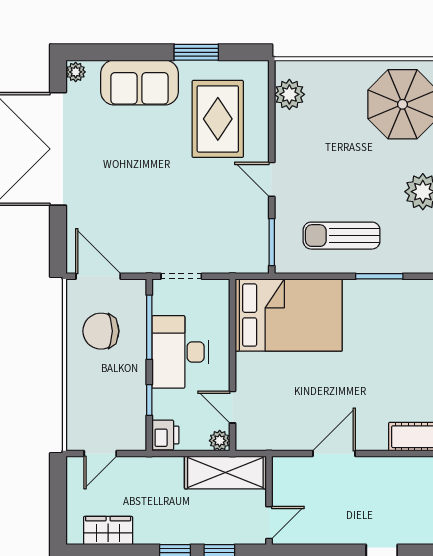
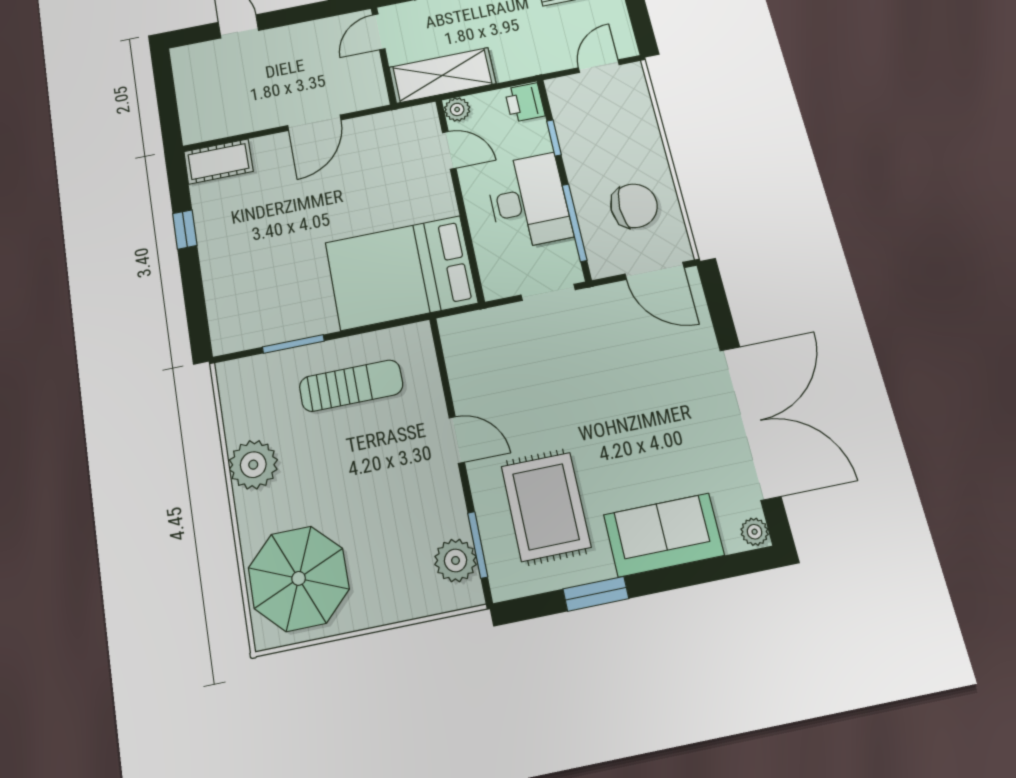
window: (272, 242) -> (478, 545), moved

